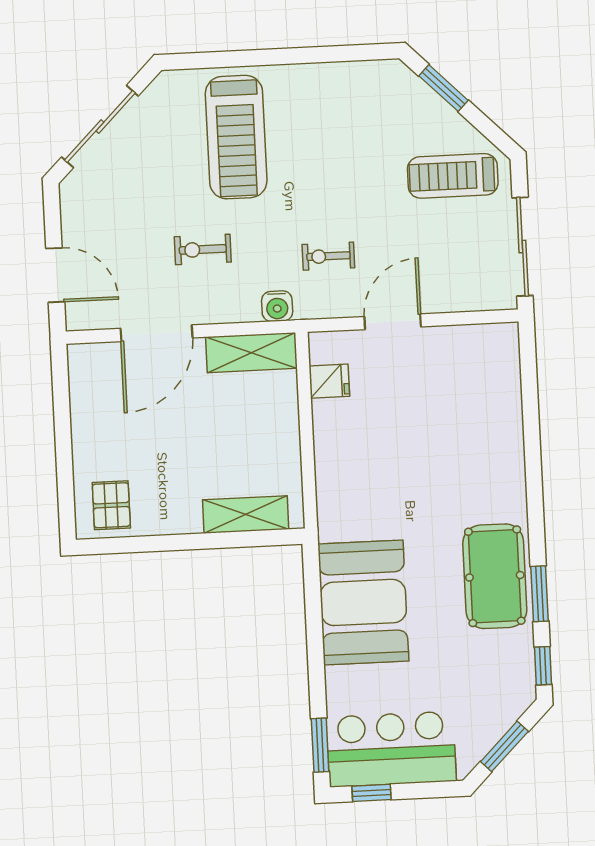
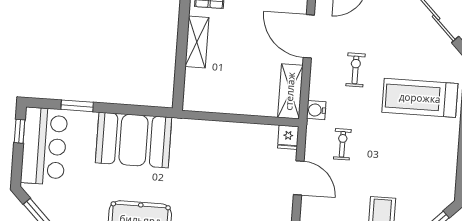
fridge: (329, 381) -> (288, 137), moved
shelving: (246, 515) -> (197, 42), moved
window: (320, 745) -> (77, 106), moved

